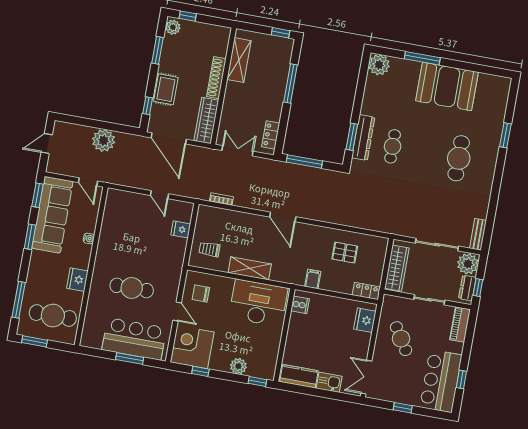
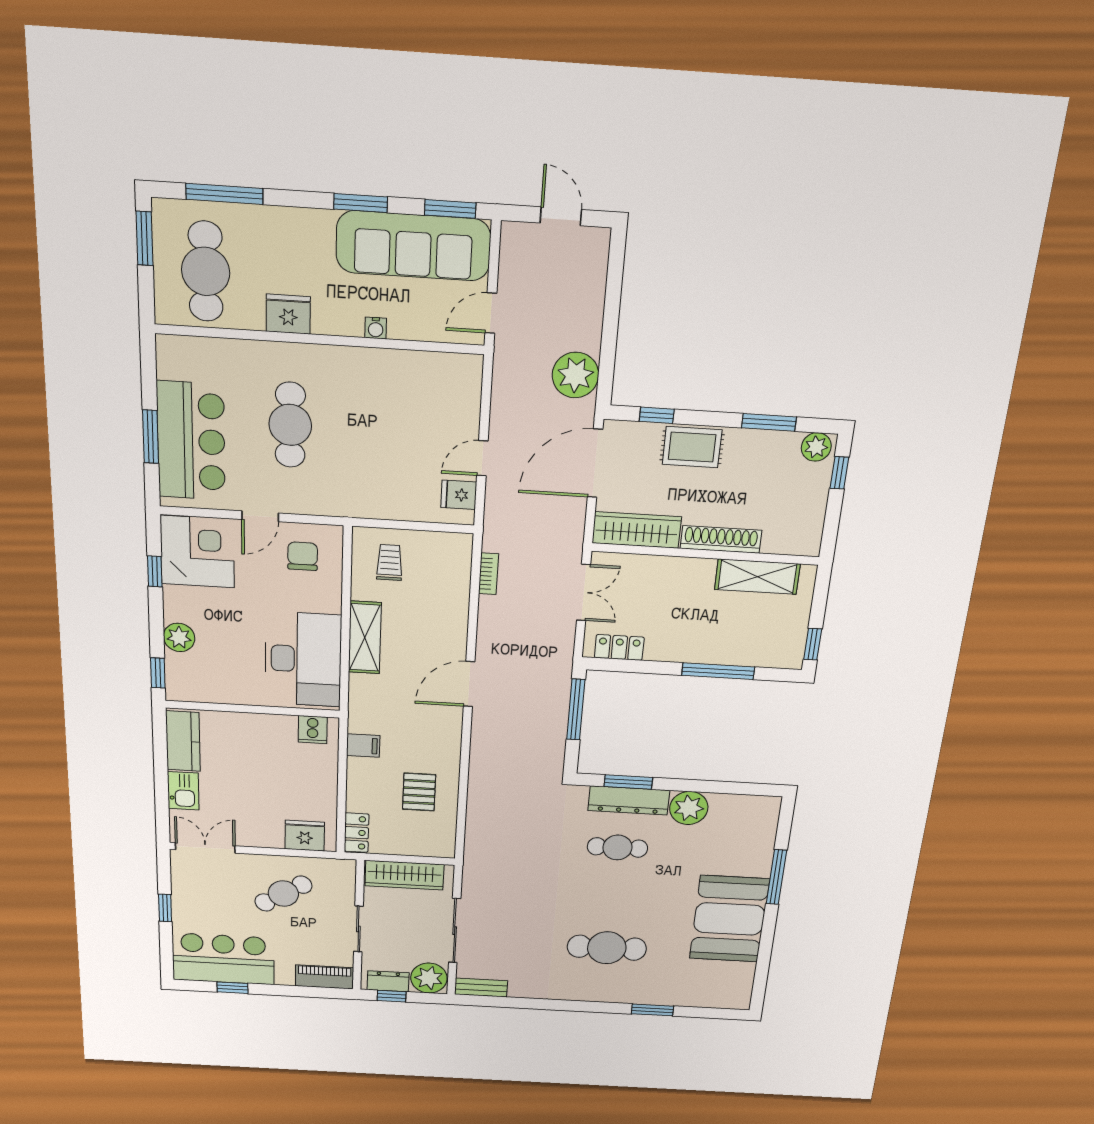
plant: (379, 65) -> (689, 808), moved
plant: (104, 141) -> (575, 375), moved
fridge: (181, 229) -> (459, 495), moved, turned -90

